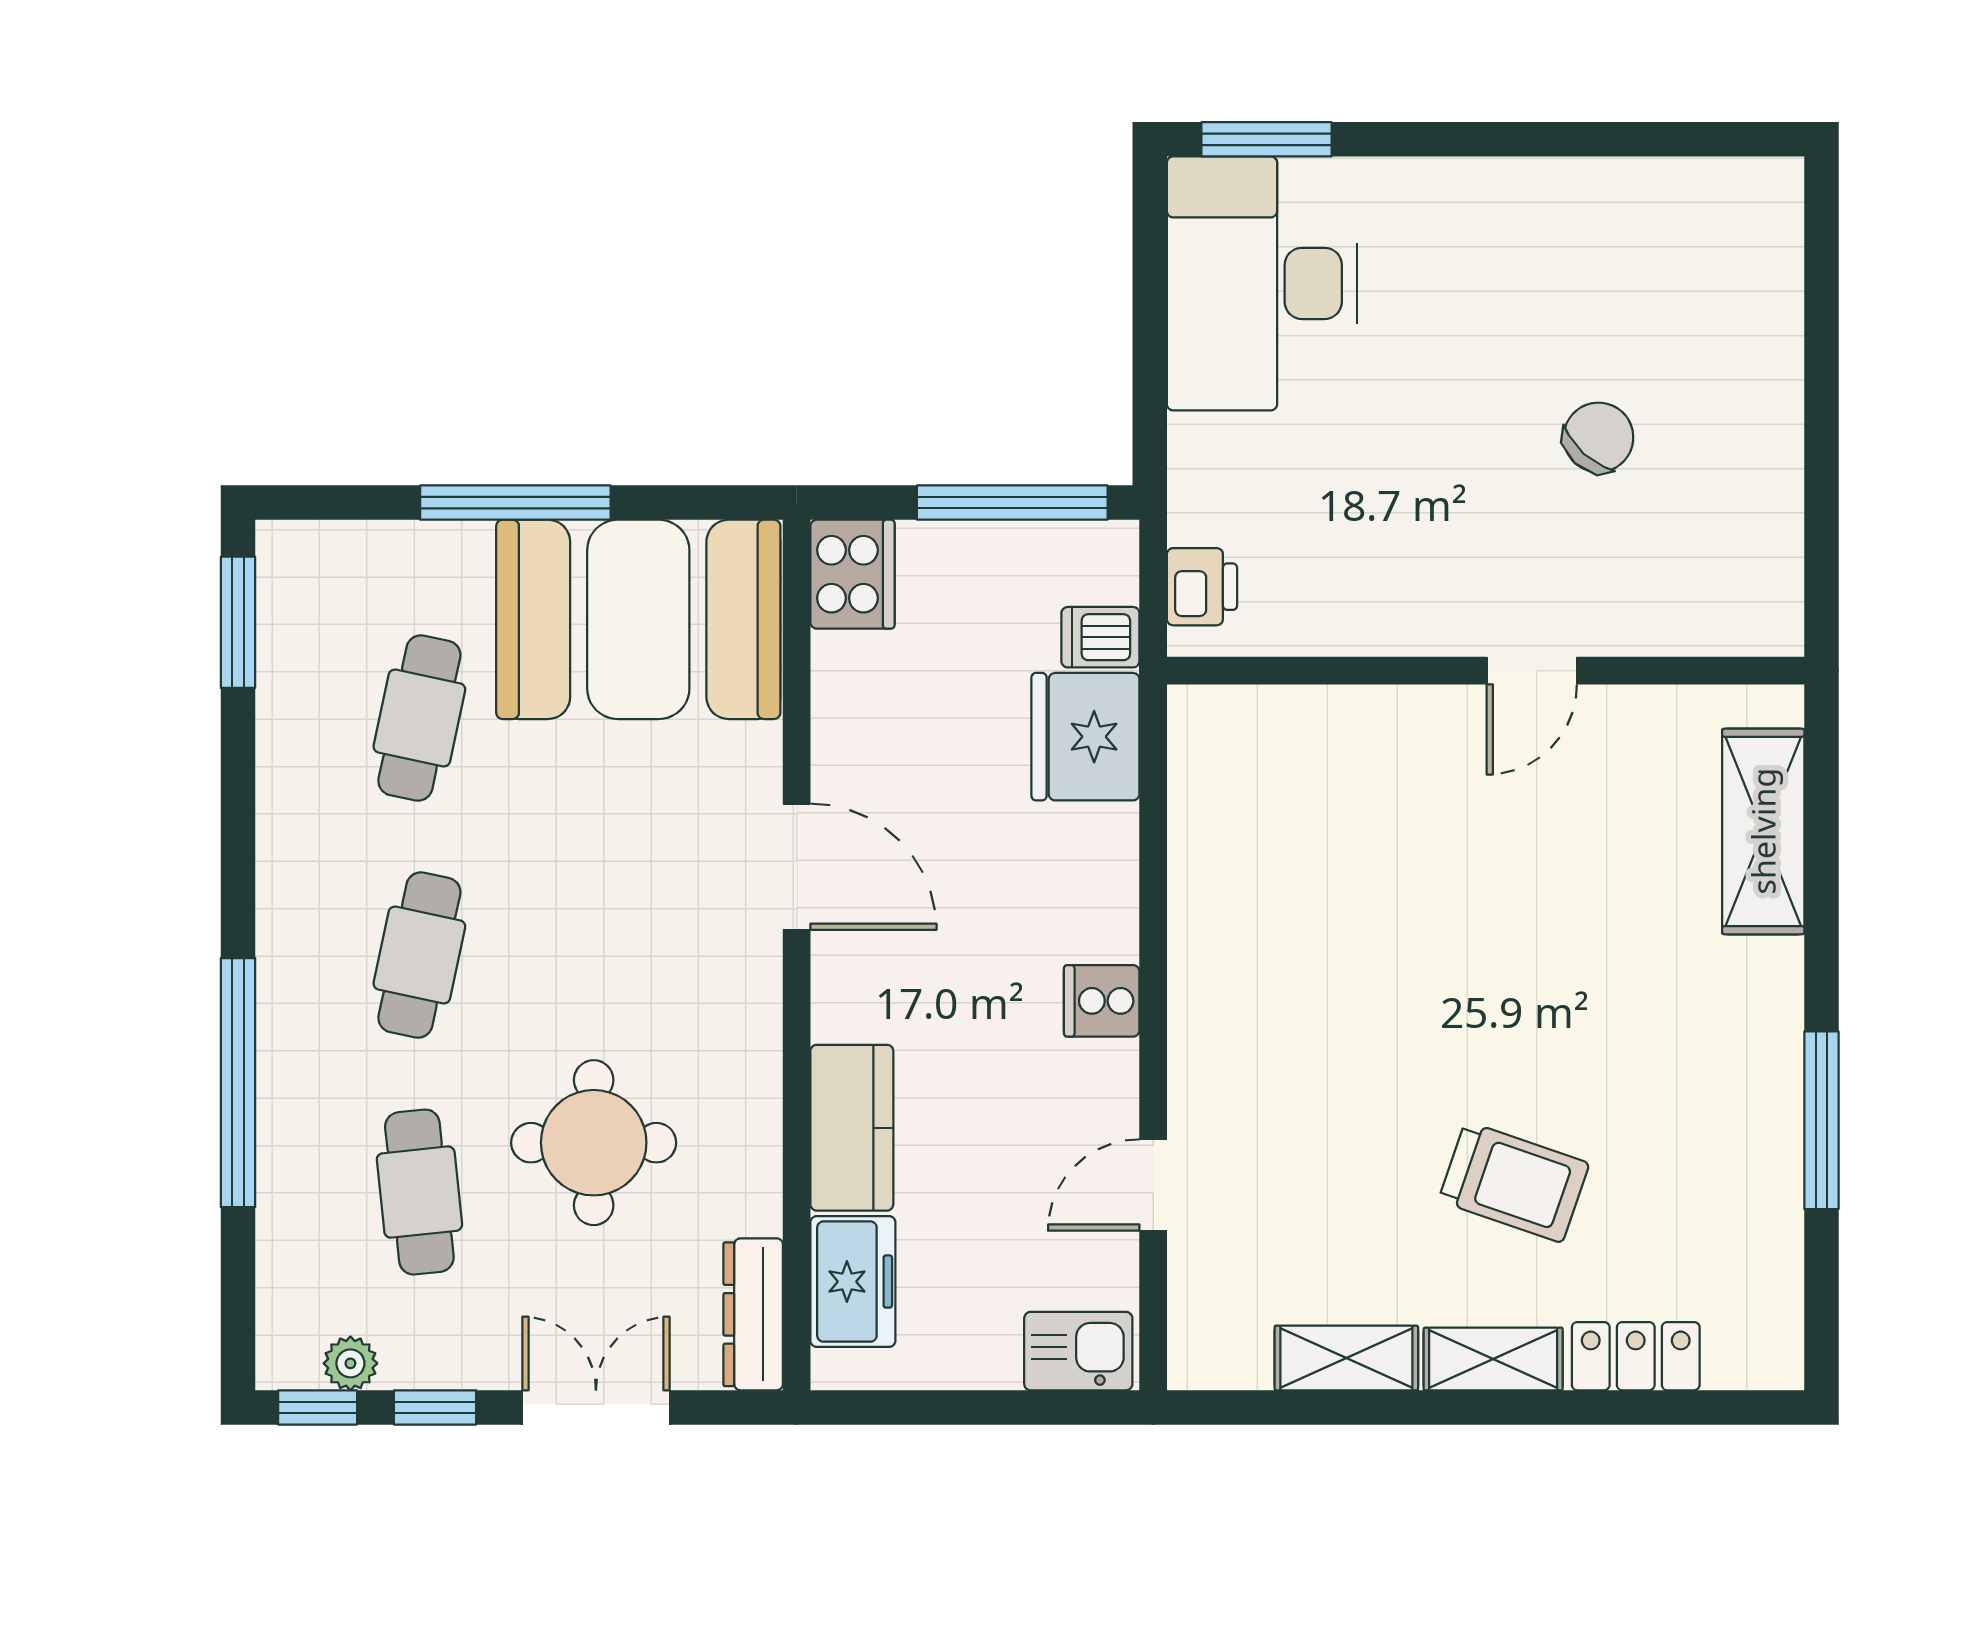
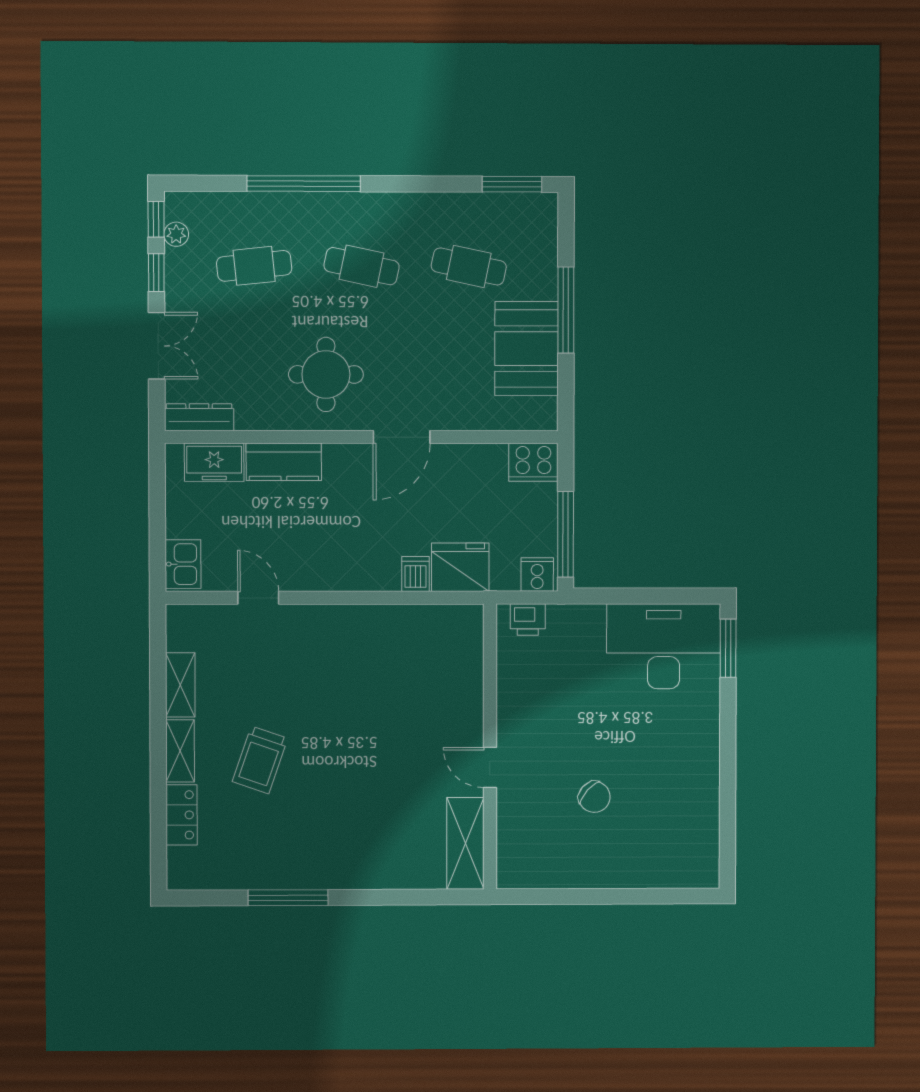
booth: (638, 619) -> (527, 349), width x0.73, depth x0.70
dishwasher: (1100, 637) -> (416, 574), moved
shelving: (1763, 831) -> (465, 843), moved, turned 90
cooker: (1102, 1001) -> (537, 574), moved
round table: (594, 1143) -> (326, 374), moved

